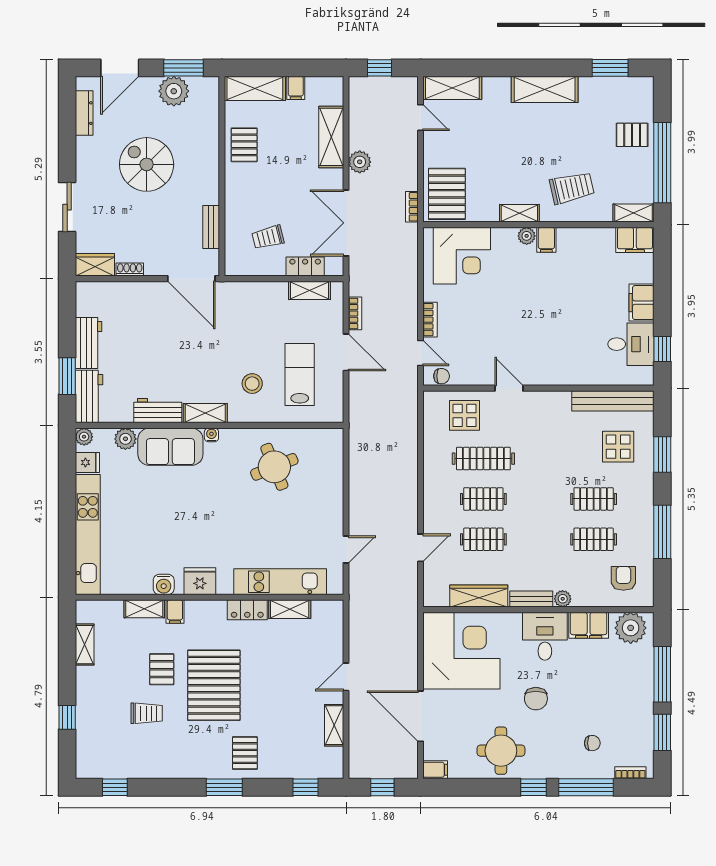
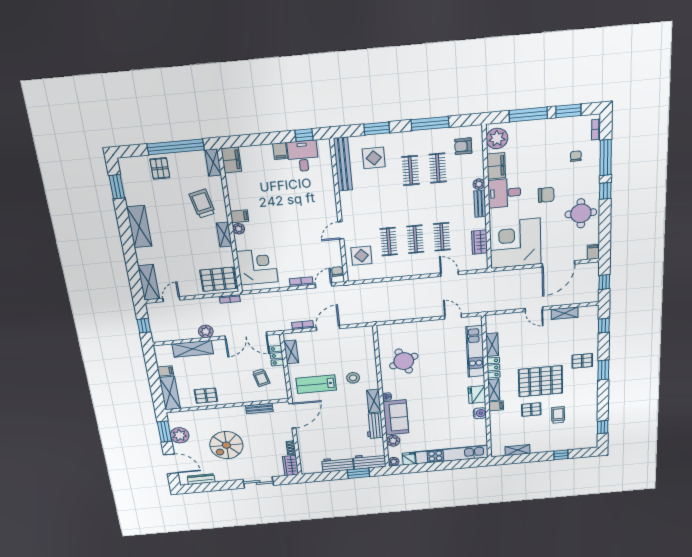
filing cabinet: (642, 303) -> (280, 151), width x0.50
lab bench: (300, 375) -> (316, 384), moved
clothes rail: (483, 459) -> (389, 242), width x0.73
wardrobe: (479, 596) -> (479, 242), width x0.67
shelving: (144, 609) -> (494, 390), moved

